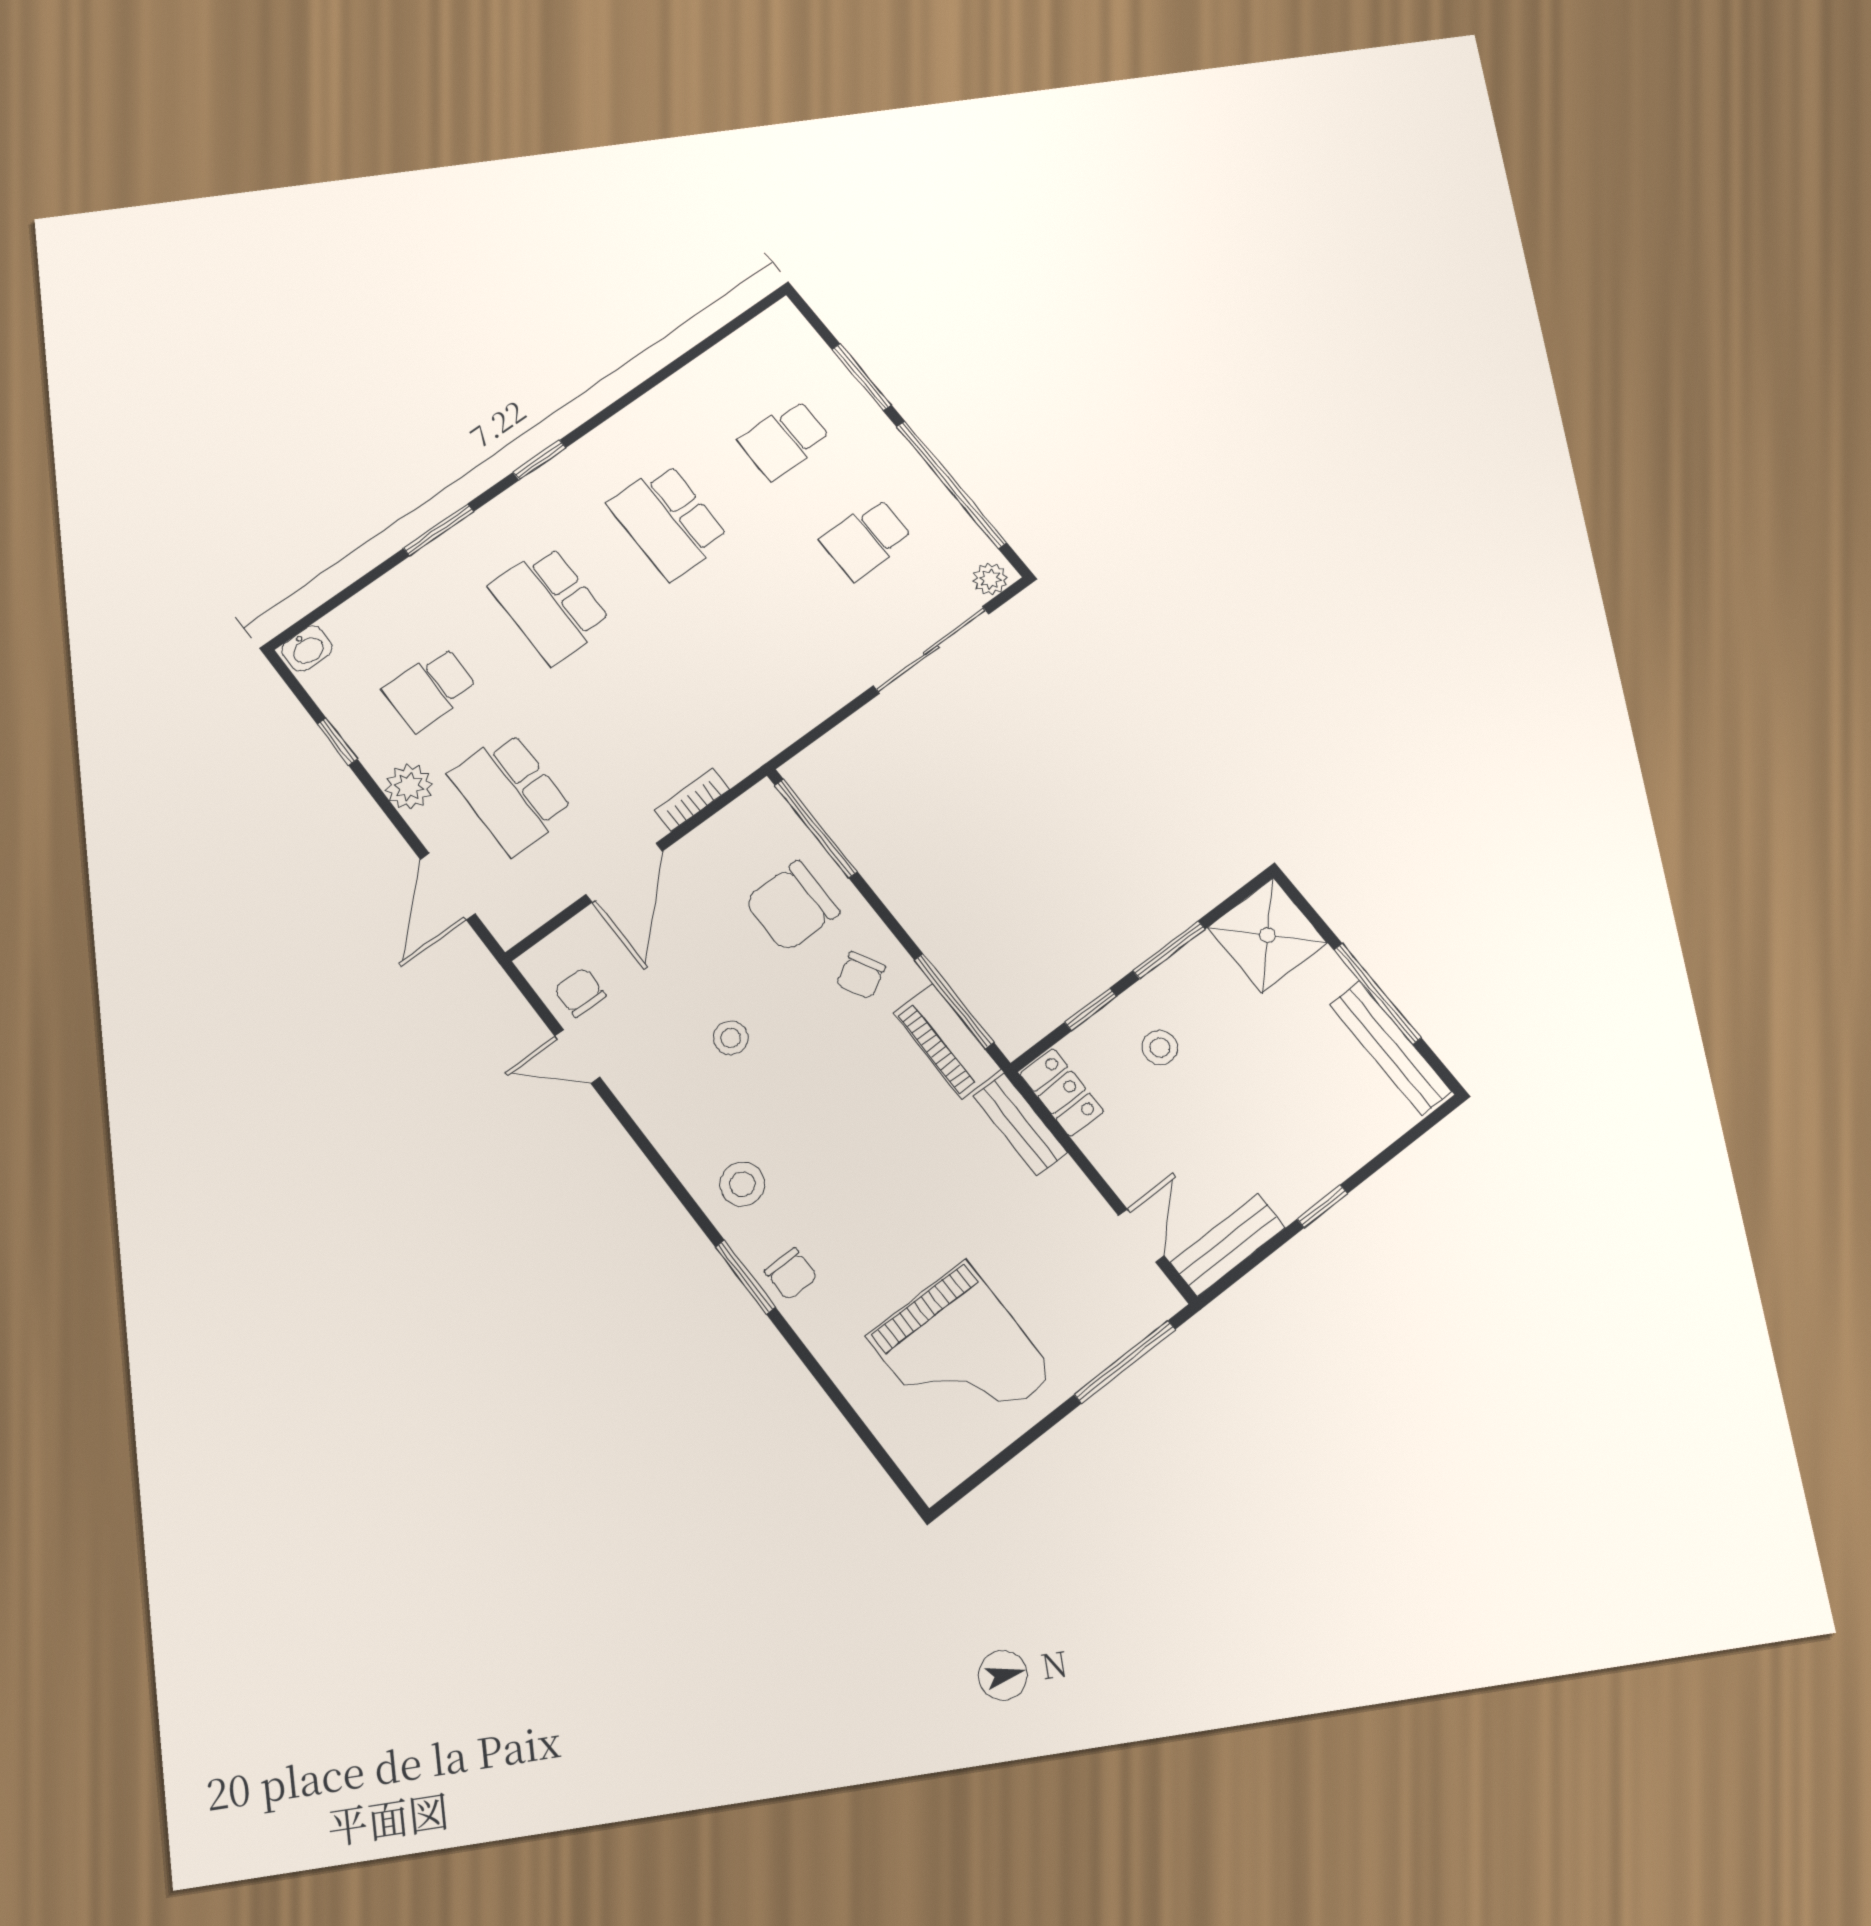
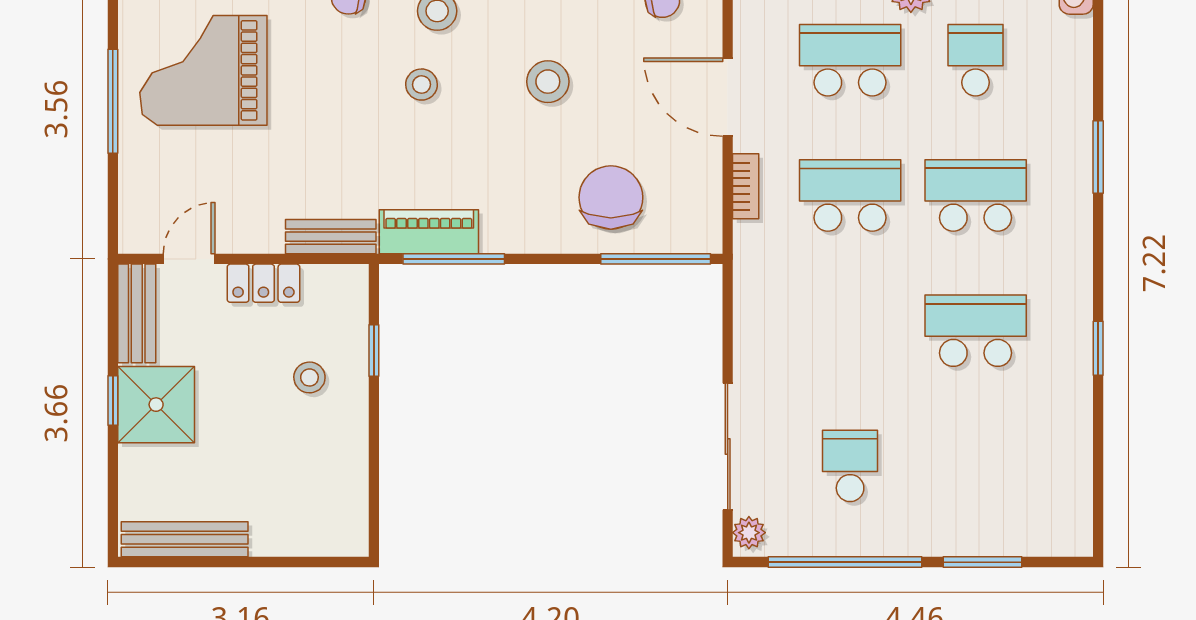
school desk: (784, 440) -> (850, 195), moved, width x1.85
window: (539, 460) -> (1098, 348), moved
shower: (1267, 935) -> (156, 405), moved
window: (1169, 950) -> (374, 440), removed
chair: (861, 975) -> (523, 208), removed
window: (1377, 994) -> (229, 562), removed
stool: (731, 1038) -> (548, 82), width x1.37, depth x1.37
locker: (1062, 1093) -> (263, 283), moved
stool: (820, 1147) -> (421, 85), added
door: (1141, 1236) -> (189, 259), swing flipped
window: (1125, 1362) -> (113, 101), moved

